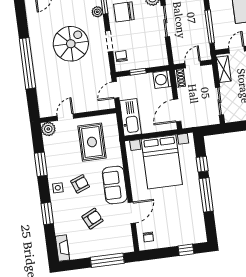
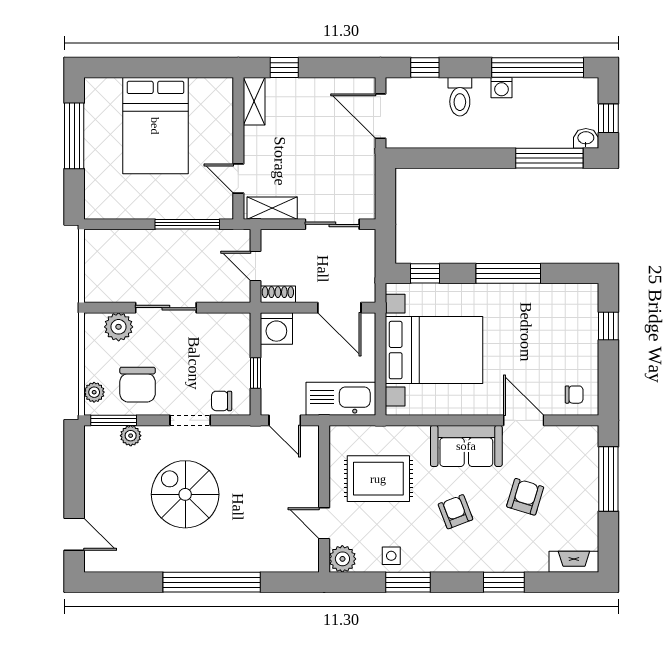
window: (202, 164) -> (425, 273), moved
side table: (58, 188) -> (391, 556), moved
armchair: (93, 219) -> (525, 497), turned 43

